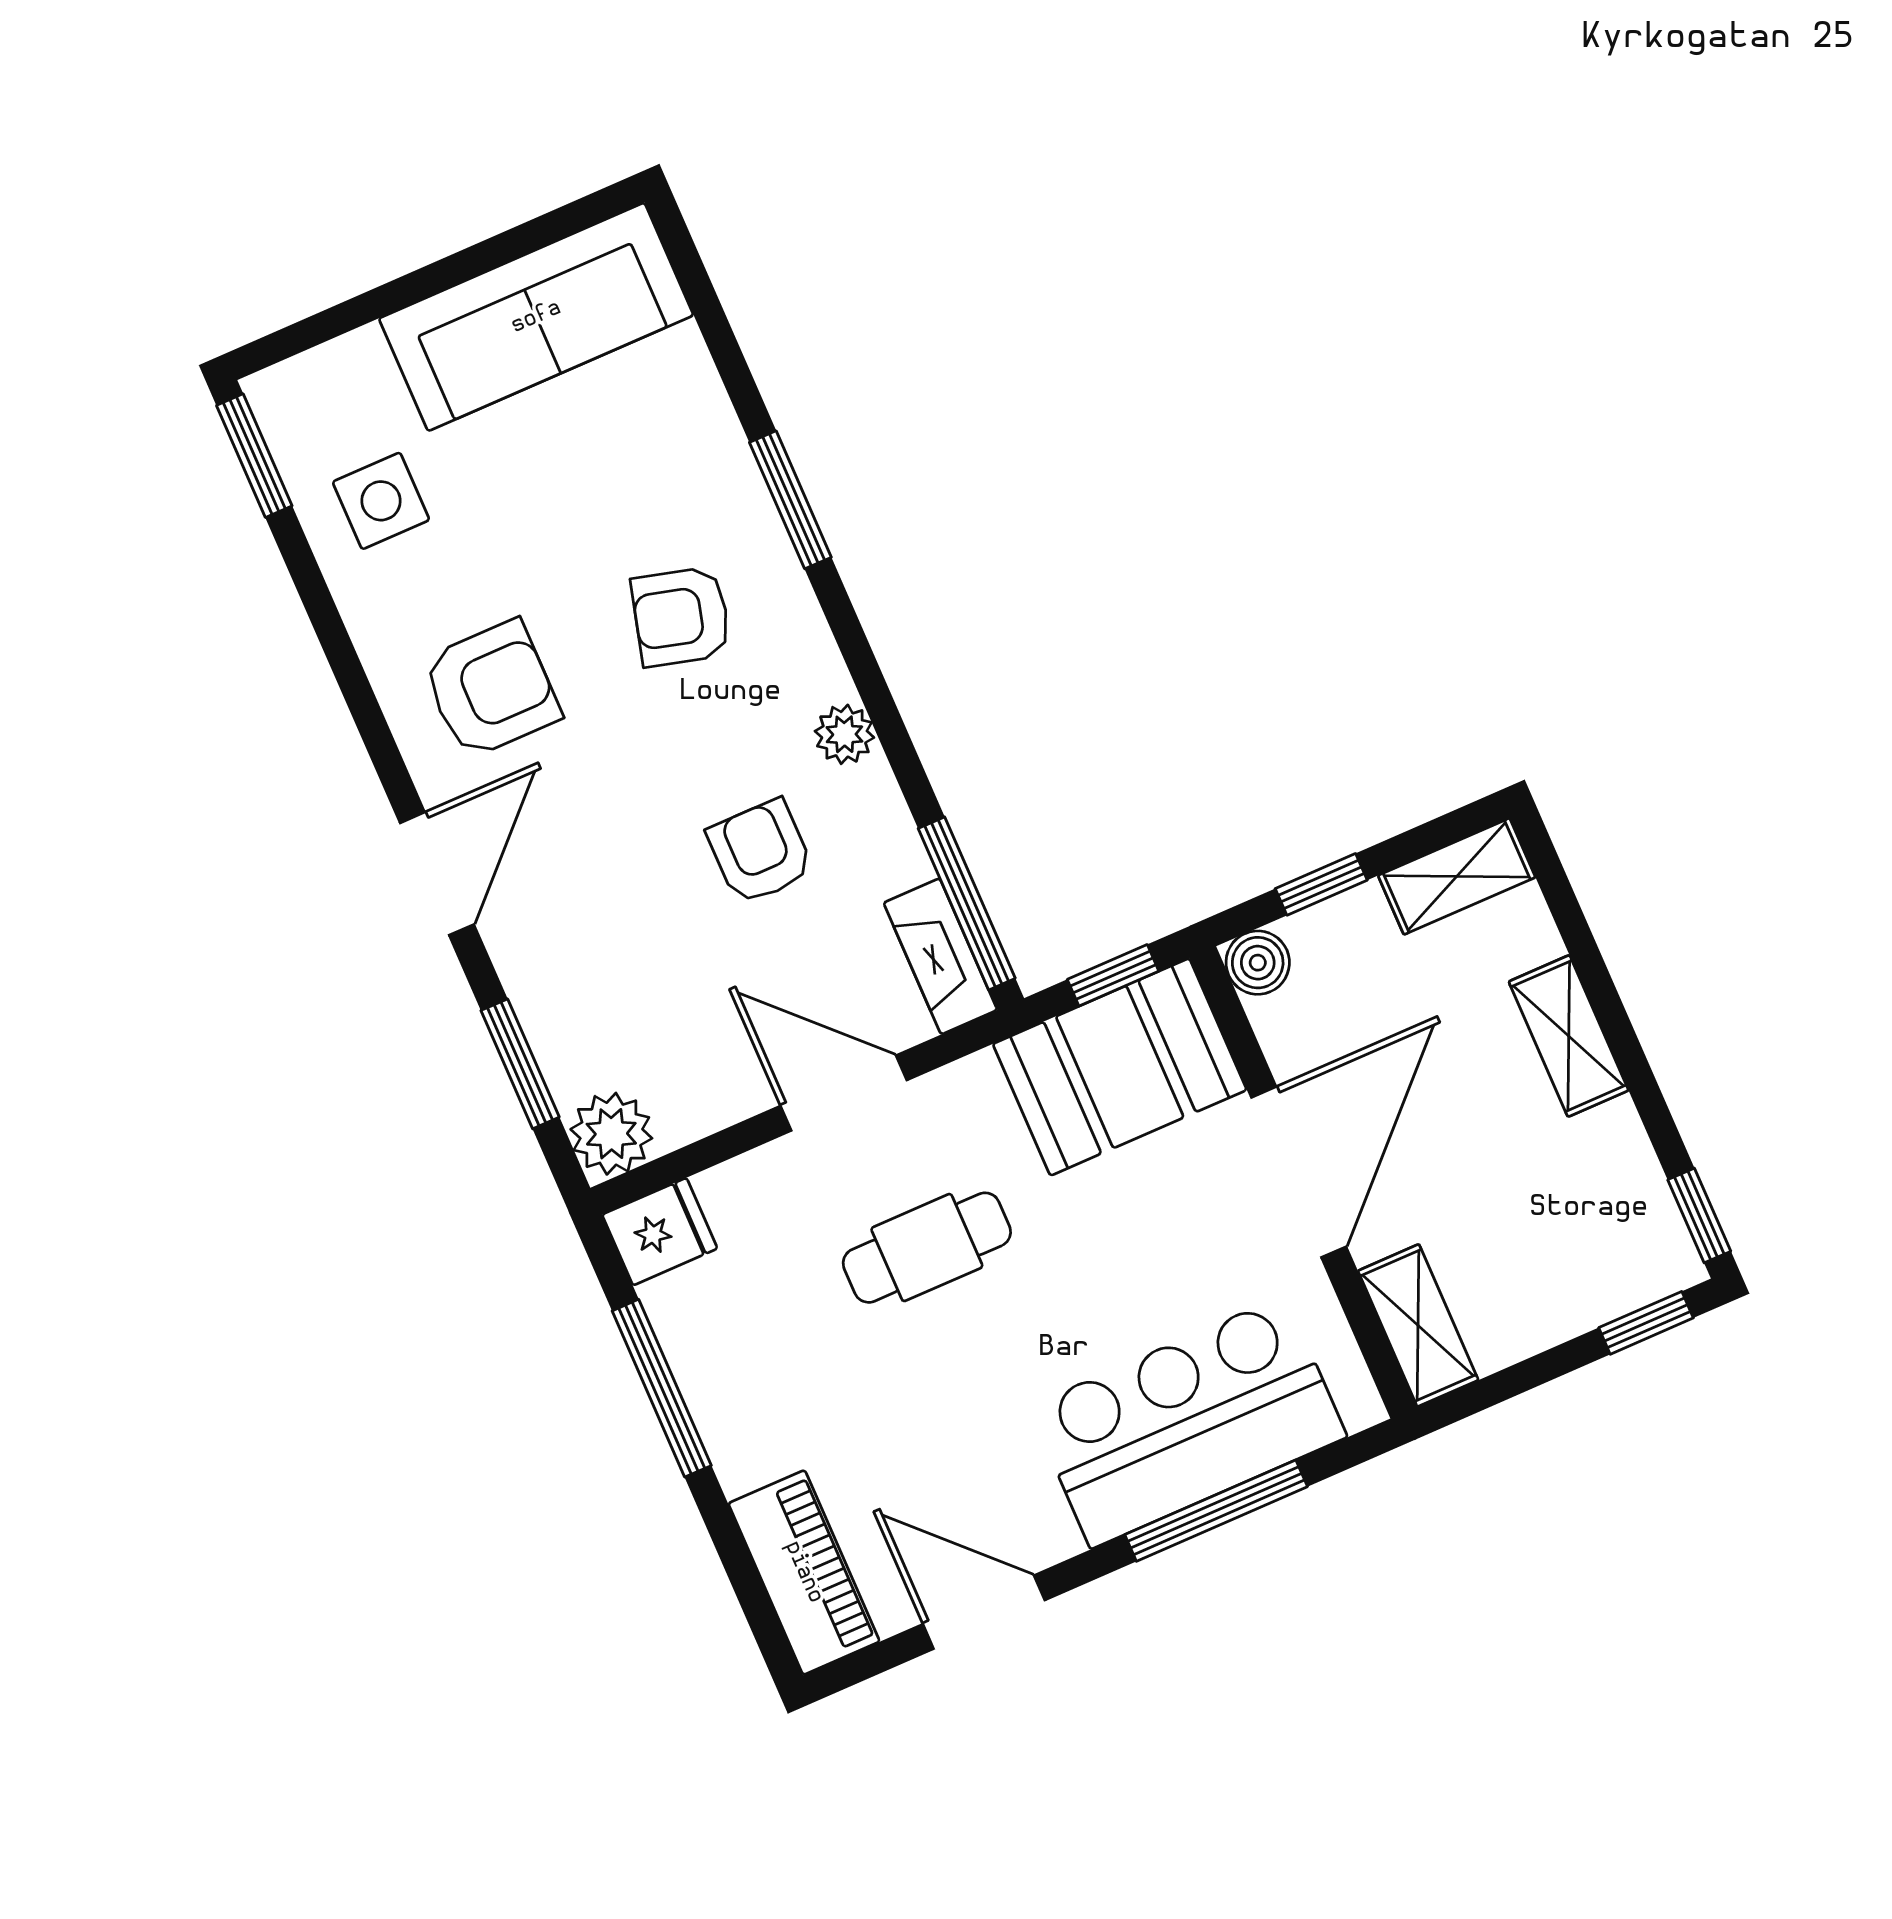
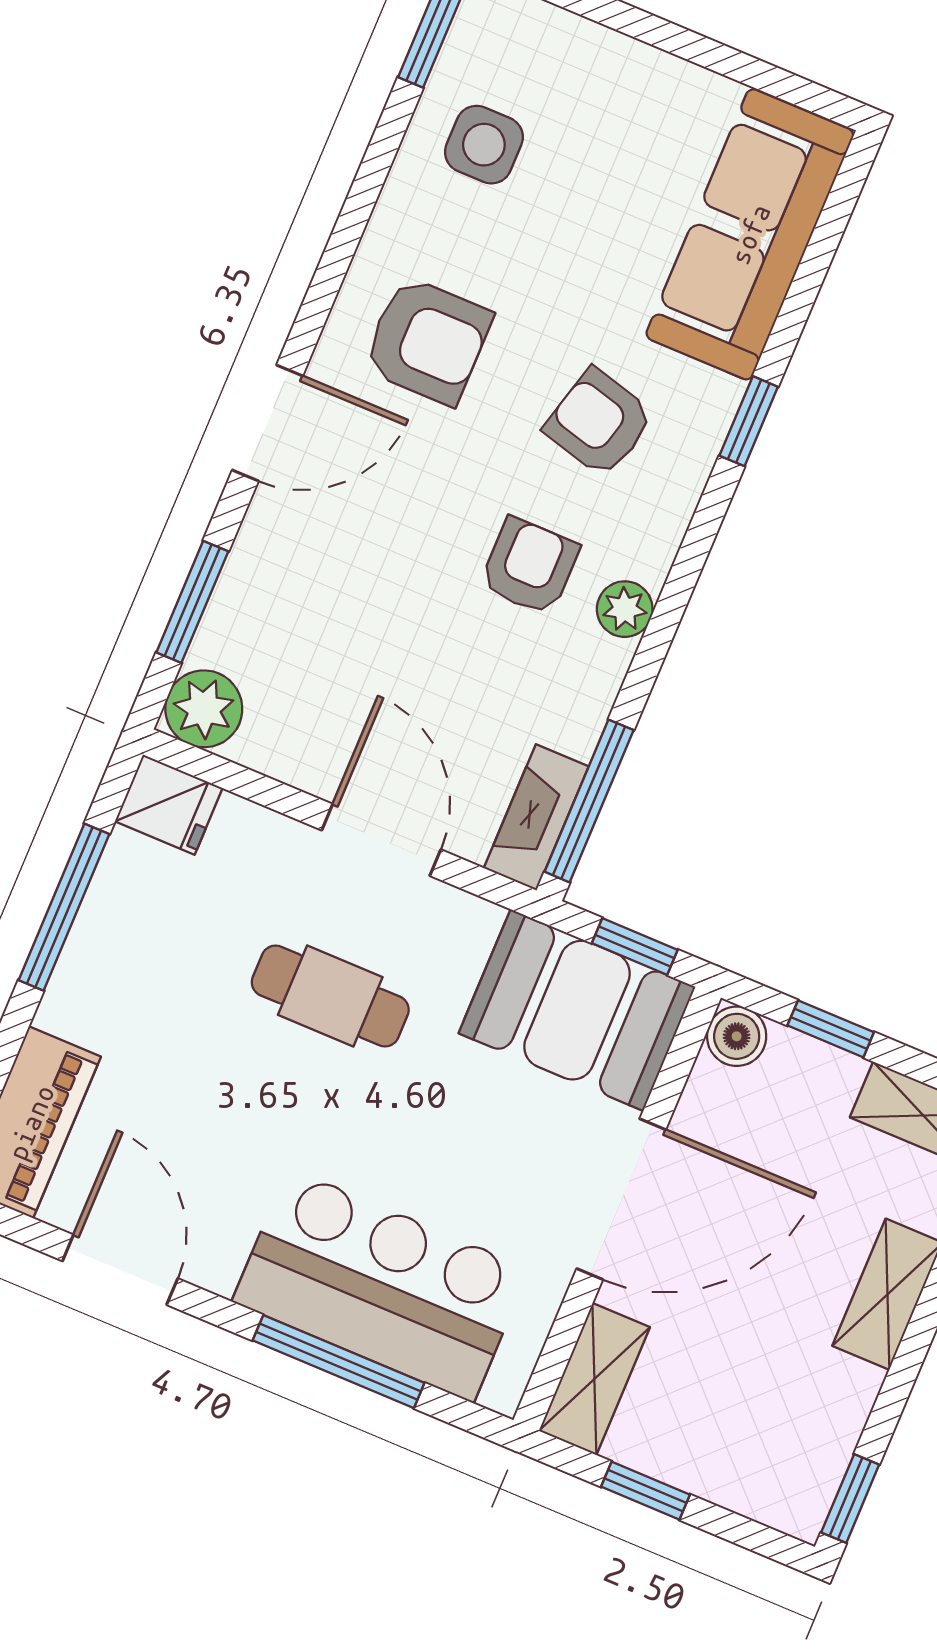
sofa: (536, 317) -> (750, 234), moved, turned 90
window: (790, 500) -> (749, 421), width x0.67
armchair: (760, 852) -> (530, 566), moved
window: (1646, 1323) -> (645, 1491), moved

